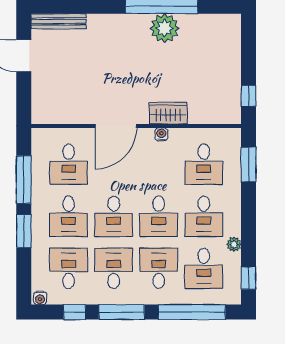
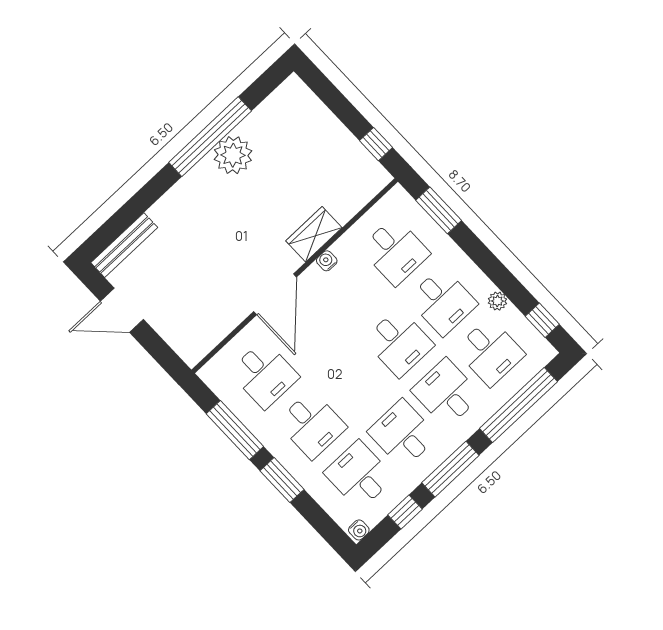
desk: (114, 216) -> (355, 384), removed

